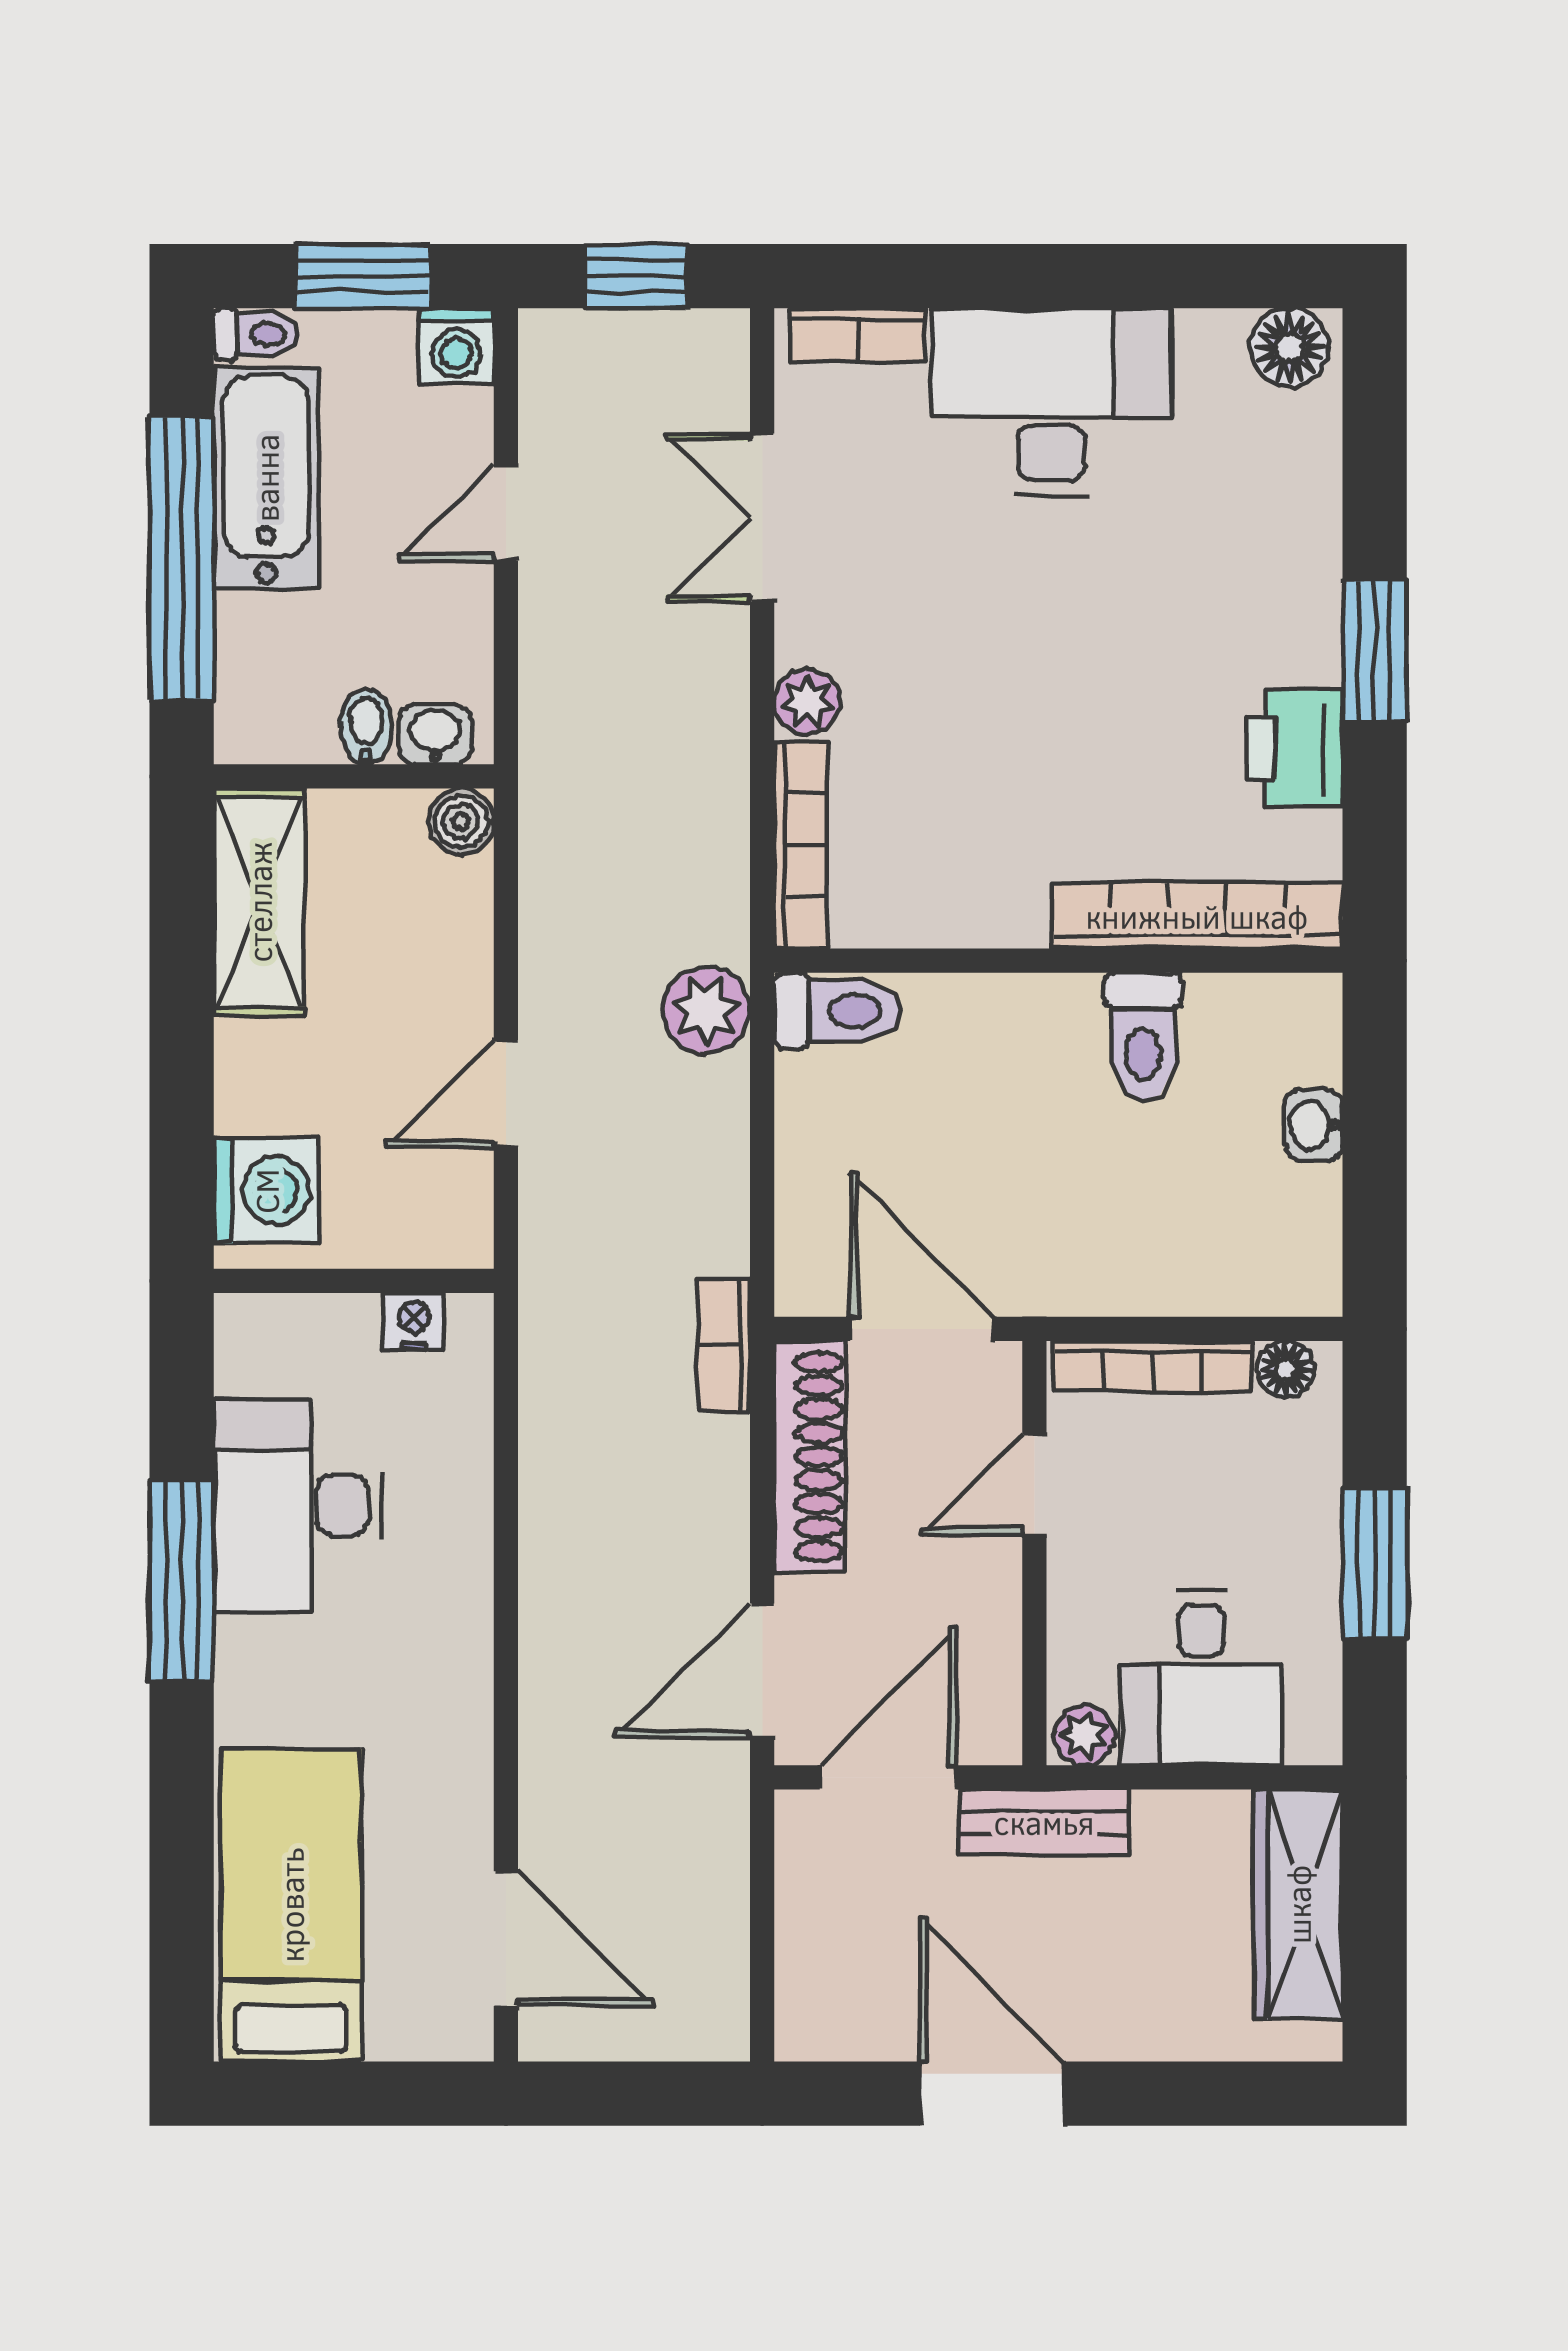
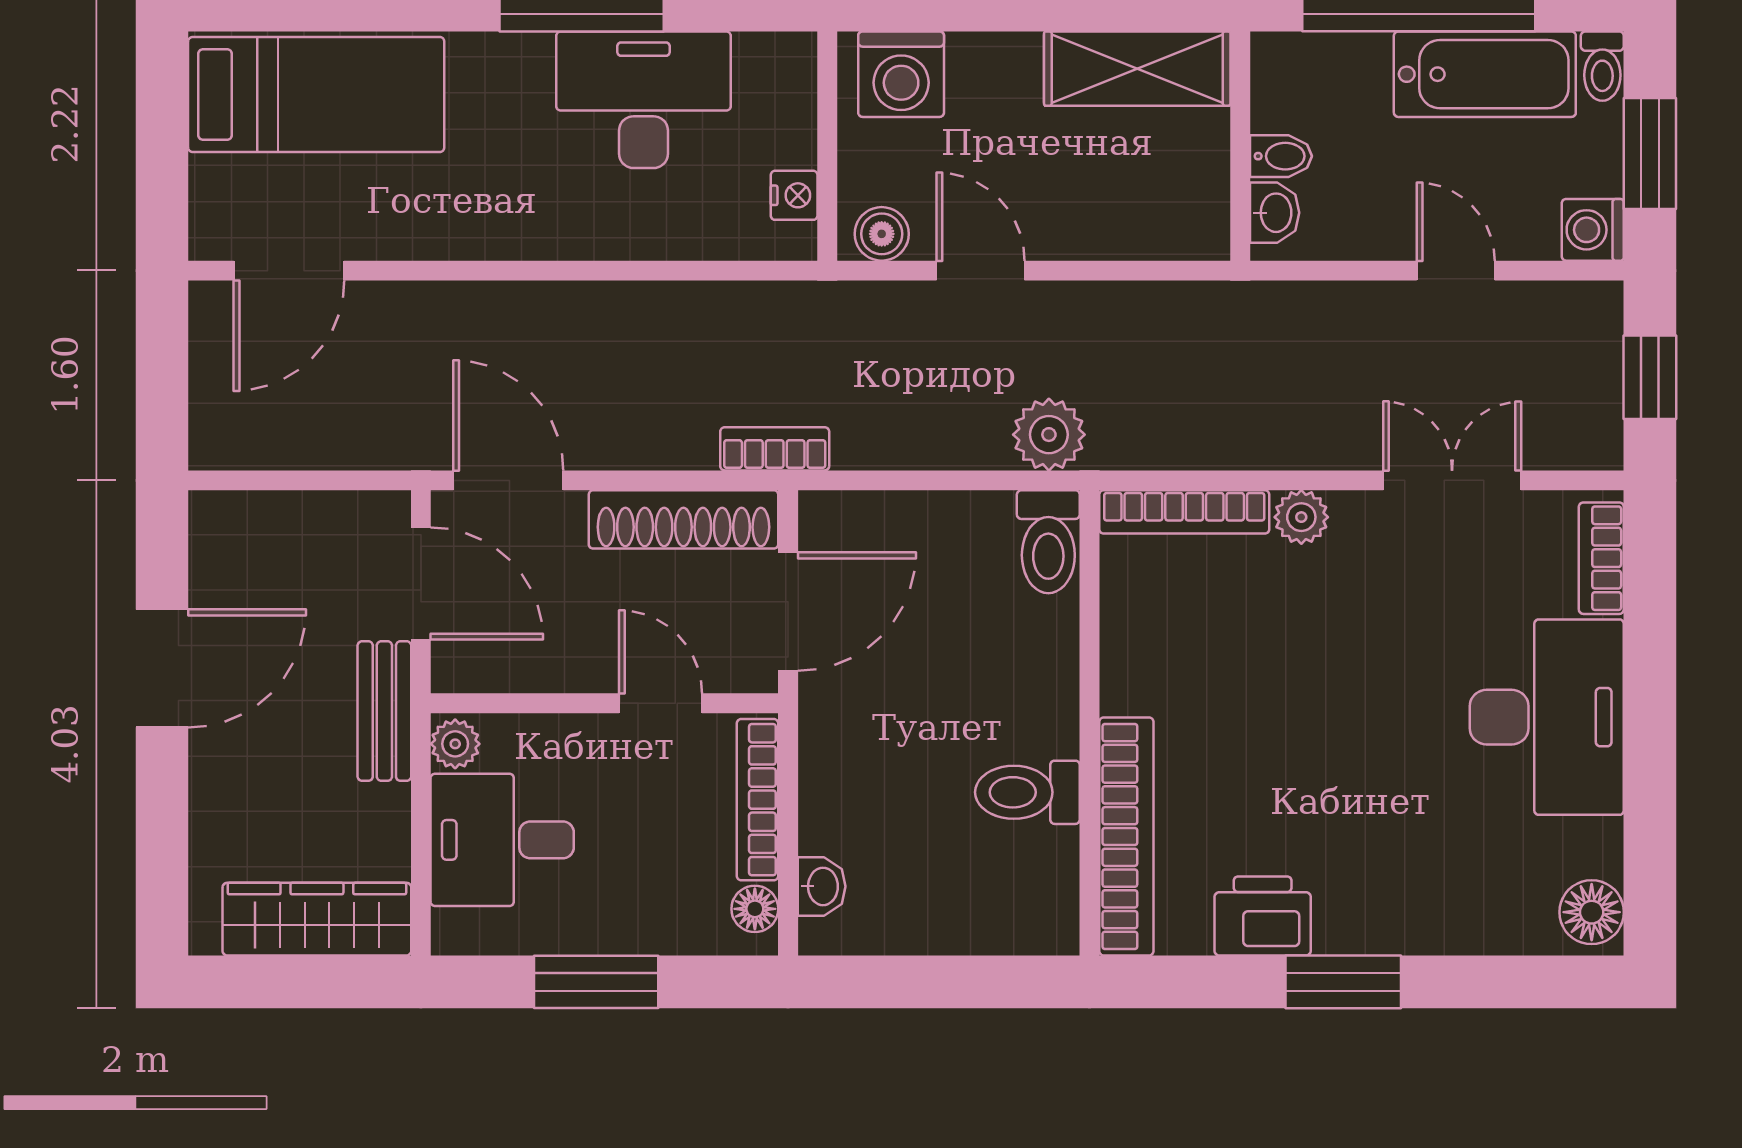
boiler: (461, 821) -> (882, 234), moved
washbasin: (1314, 1125) -> (822, 886), moved, turned 90

